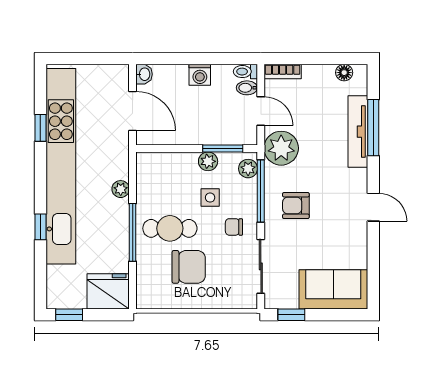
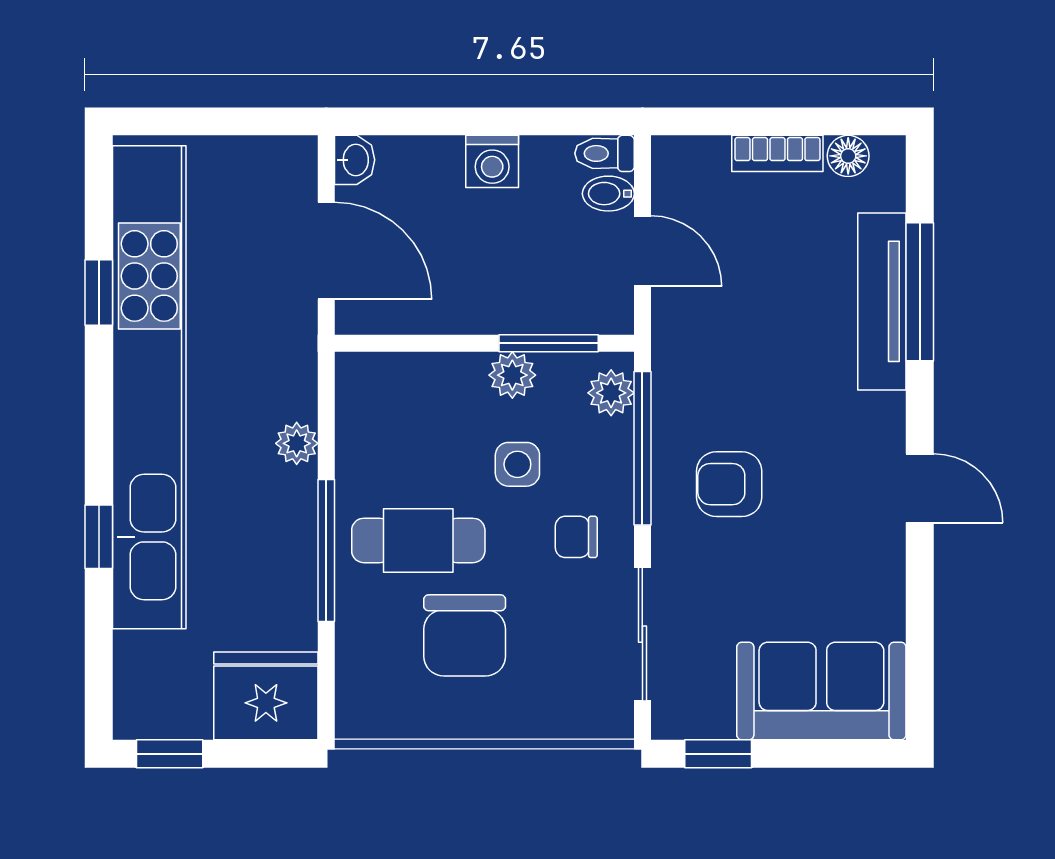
bookcase: (283, 72) -> (777, 153), moved
plant: (281, 148) -> (693, 343), removed
chair: (189, 267) -> (465, 635), turned 90

